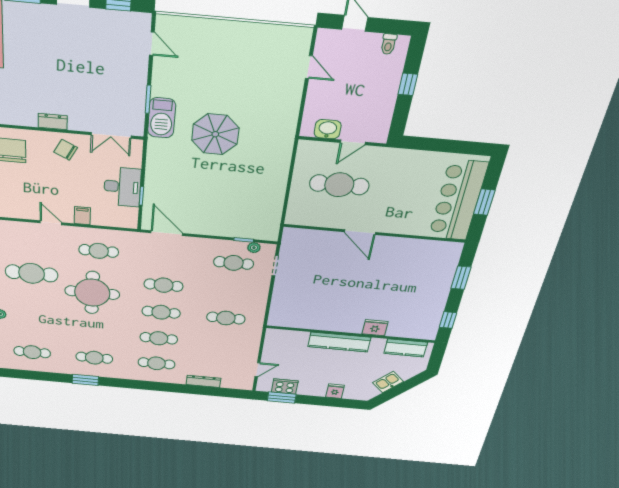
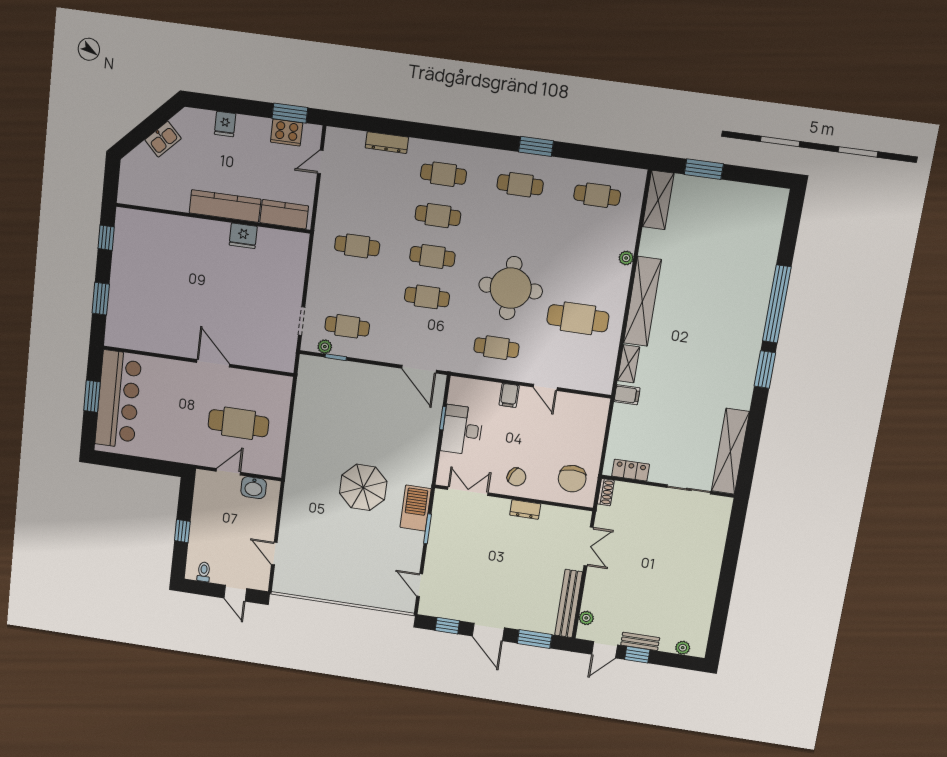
fridge: (375, 328) -> (243, 236), moved
kitchen counter: (406, 348) -> (284, 214), moved

